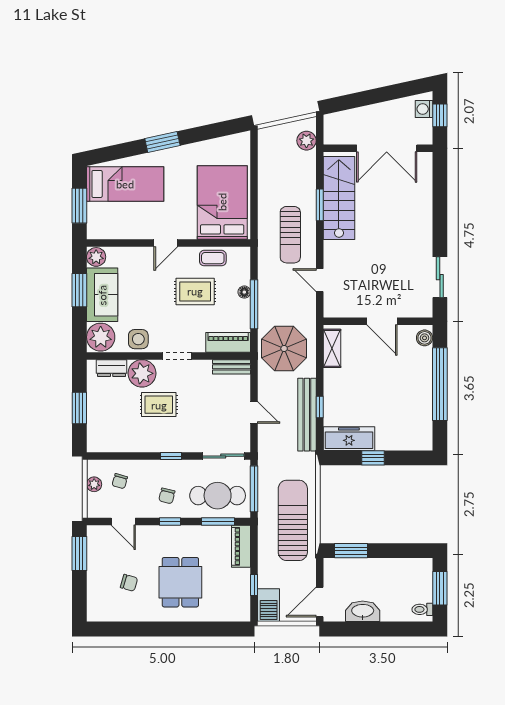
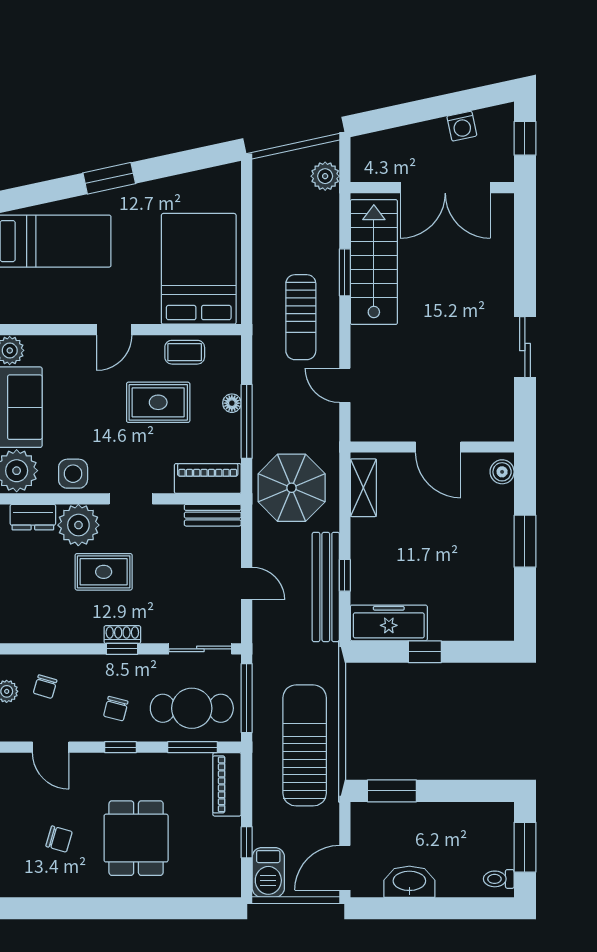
washing machine: (424, 109) -> (462, 126), moved, turned -102
sliding door: (440, 277) -> (525, 347), moved
window: (440, 384) -> (525, 541), width x0.47
shoe rack: (171, 446) -> (122, 635), added

